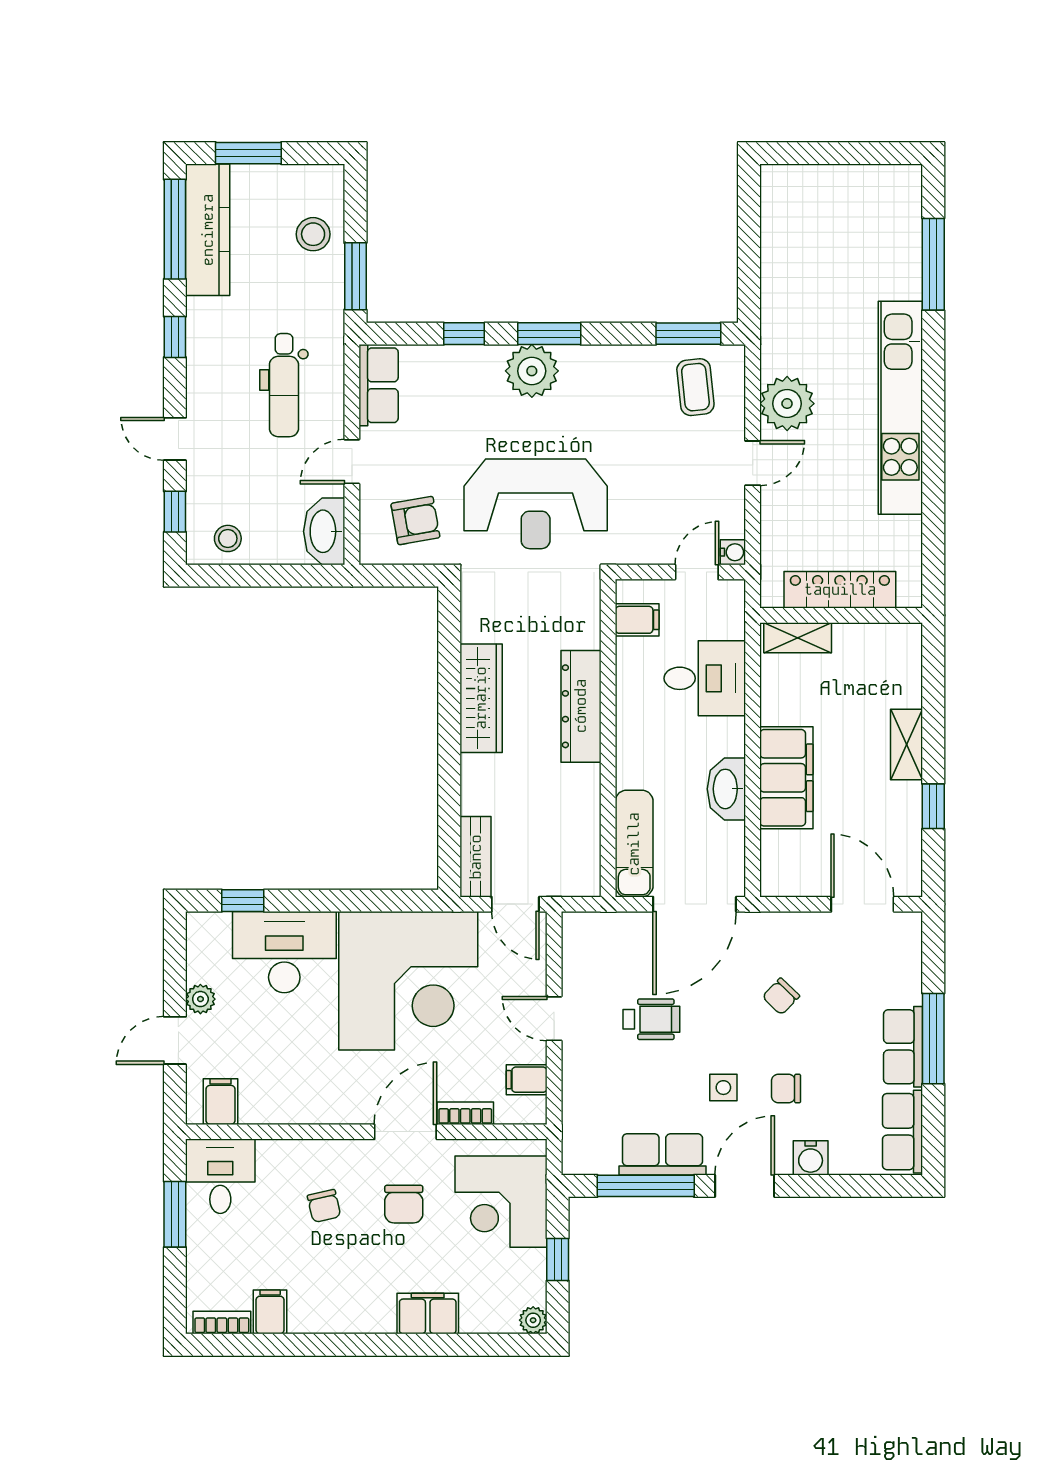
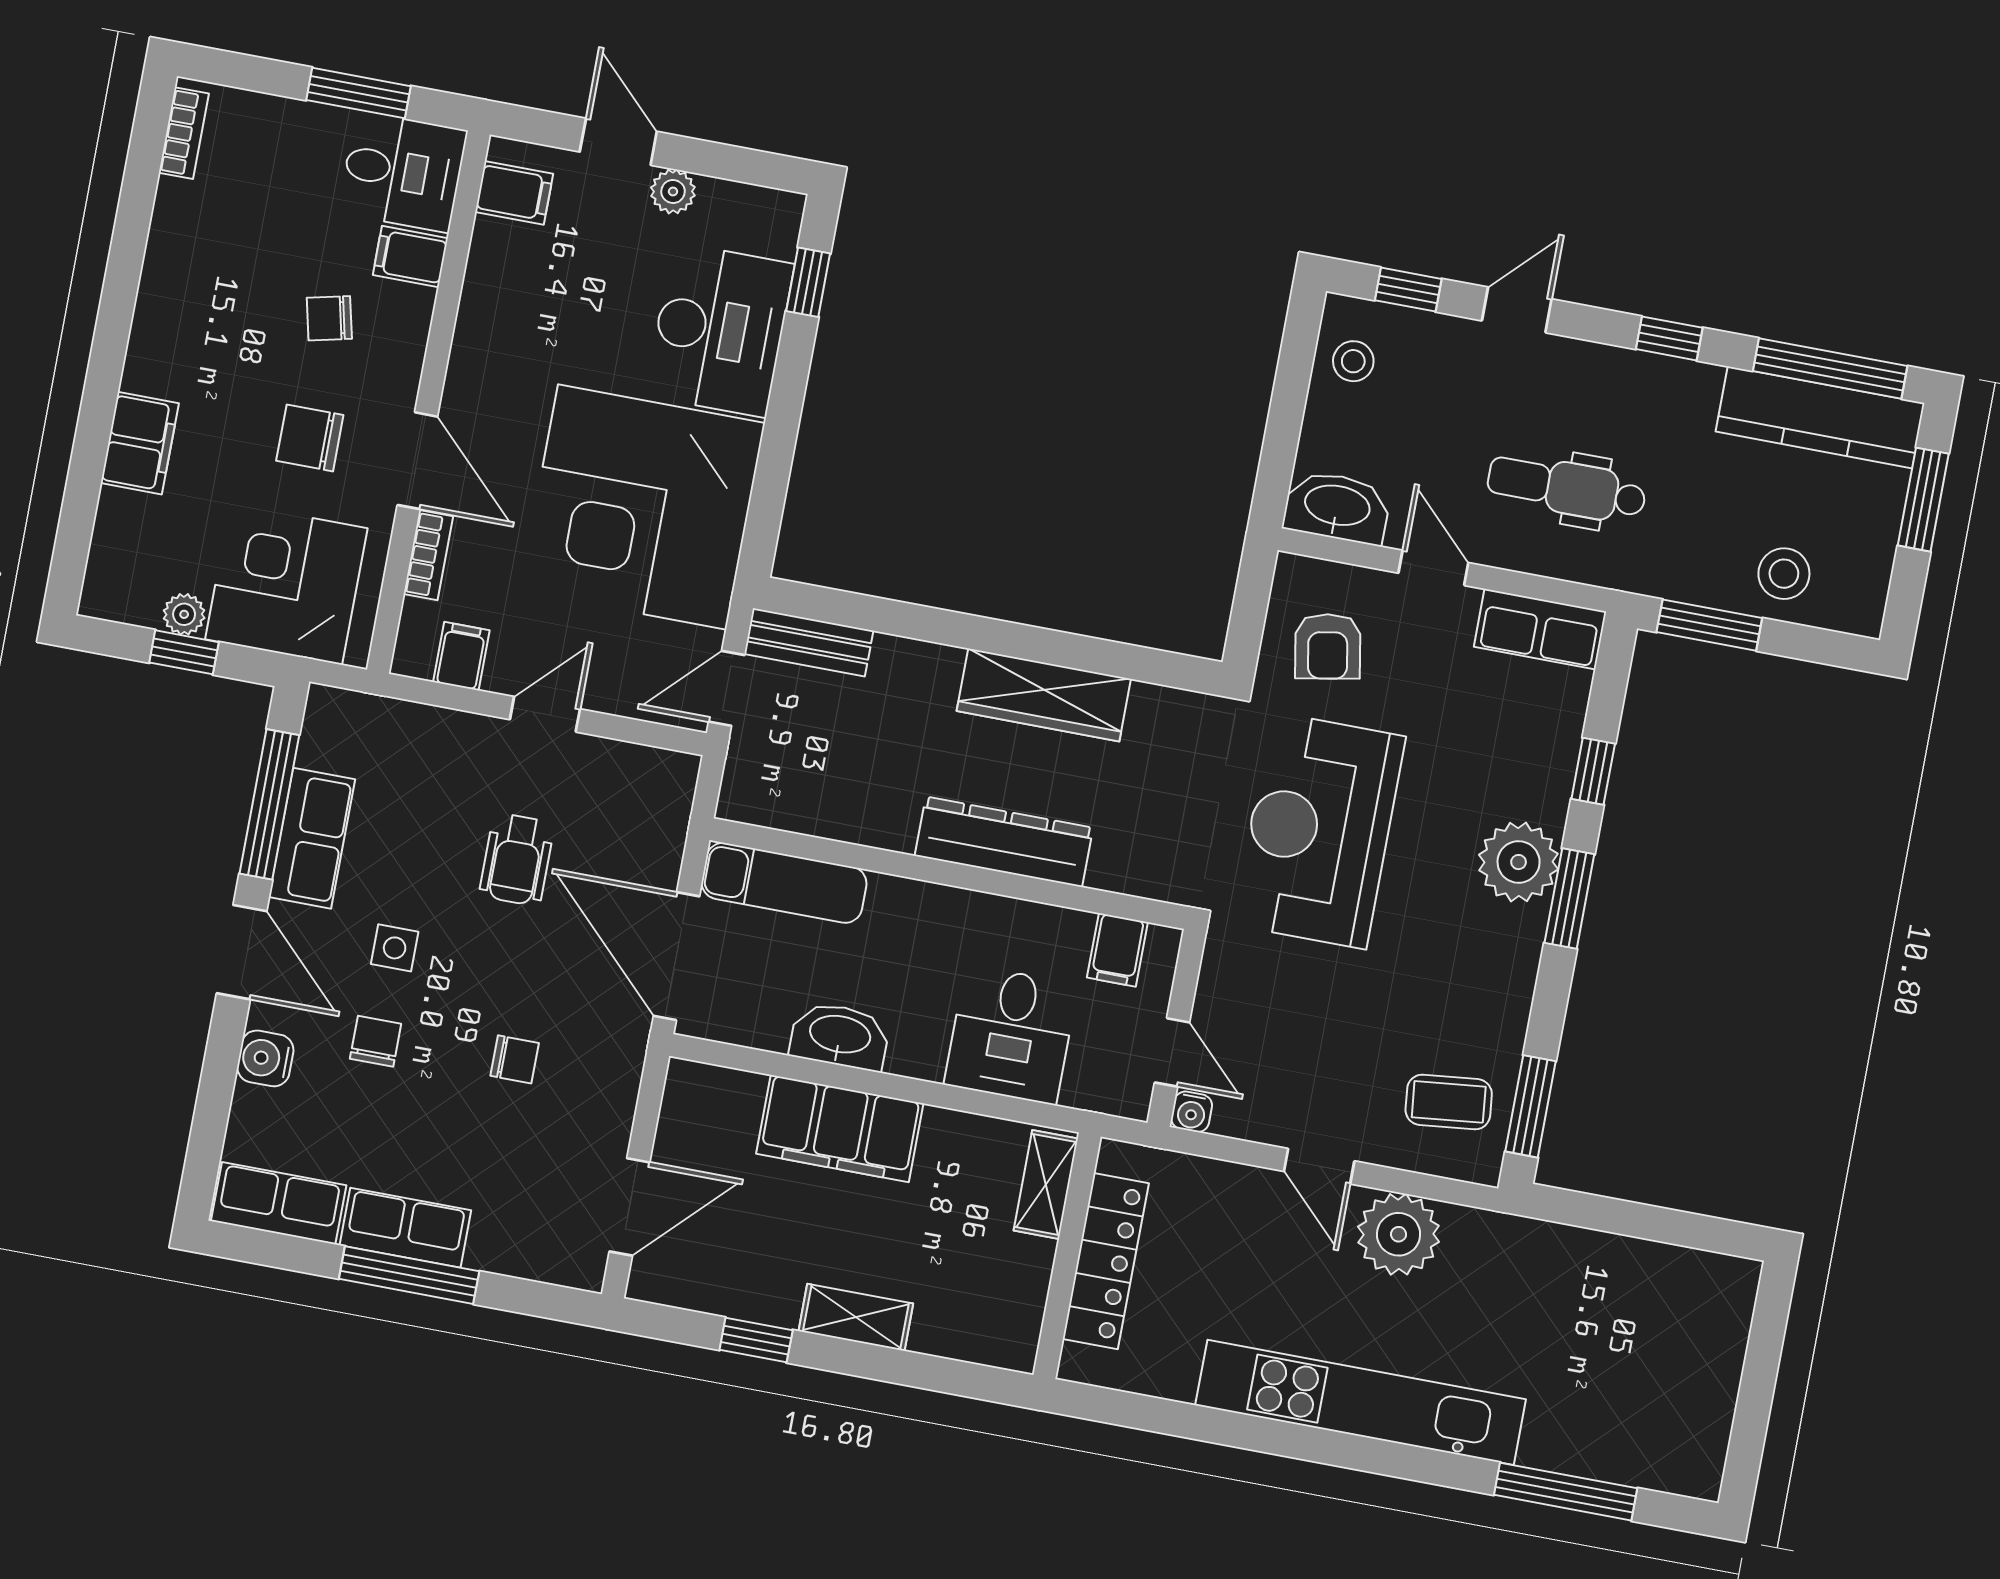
chair: (781, 996) -> (515, 1059), turned 136
filing cabinet: (270, 1312) -> (410, 257), moved, turned 180
plant: (533, 1320) -> (184, 614), moved

